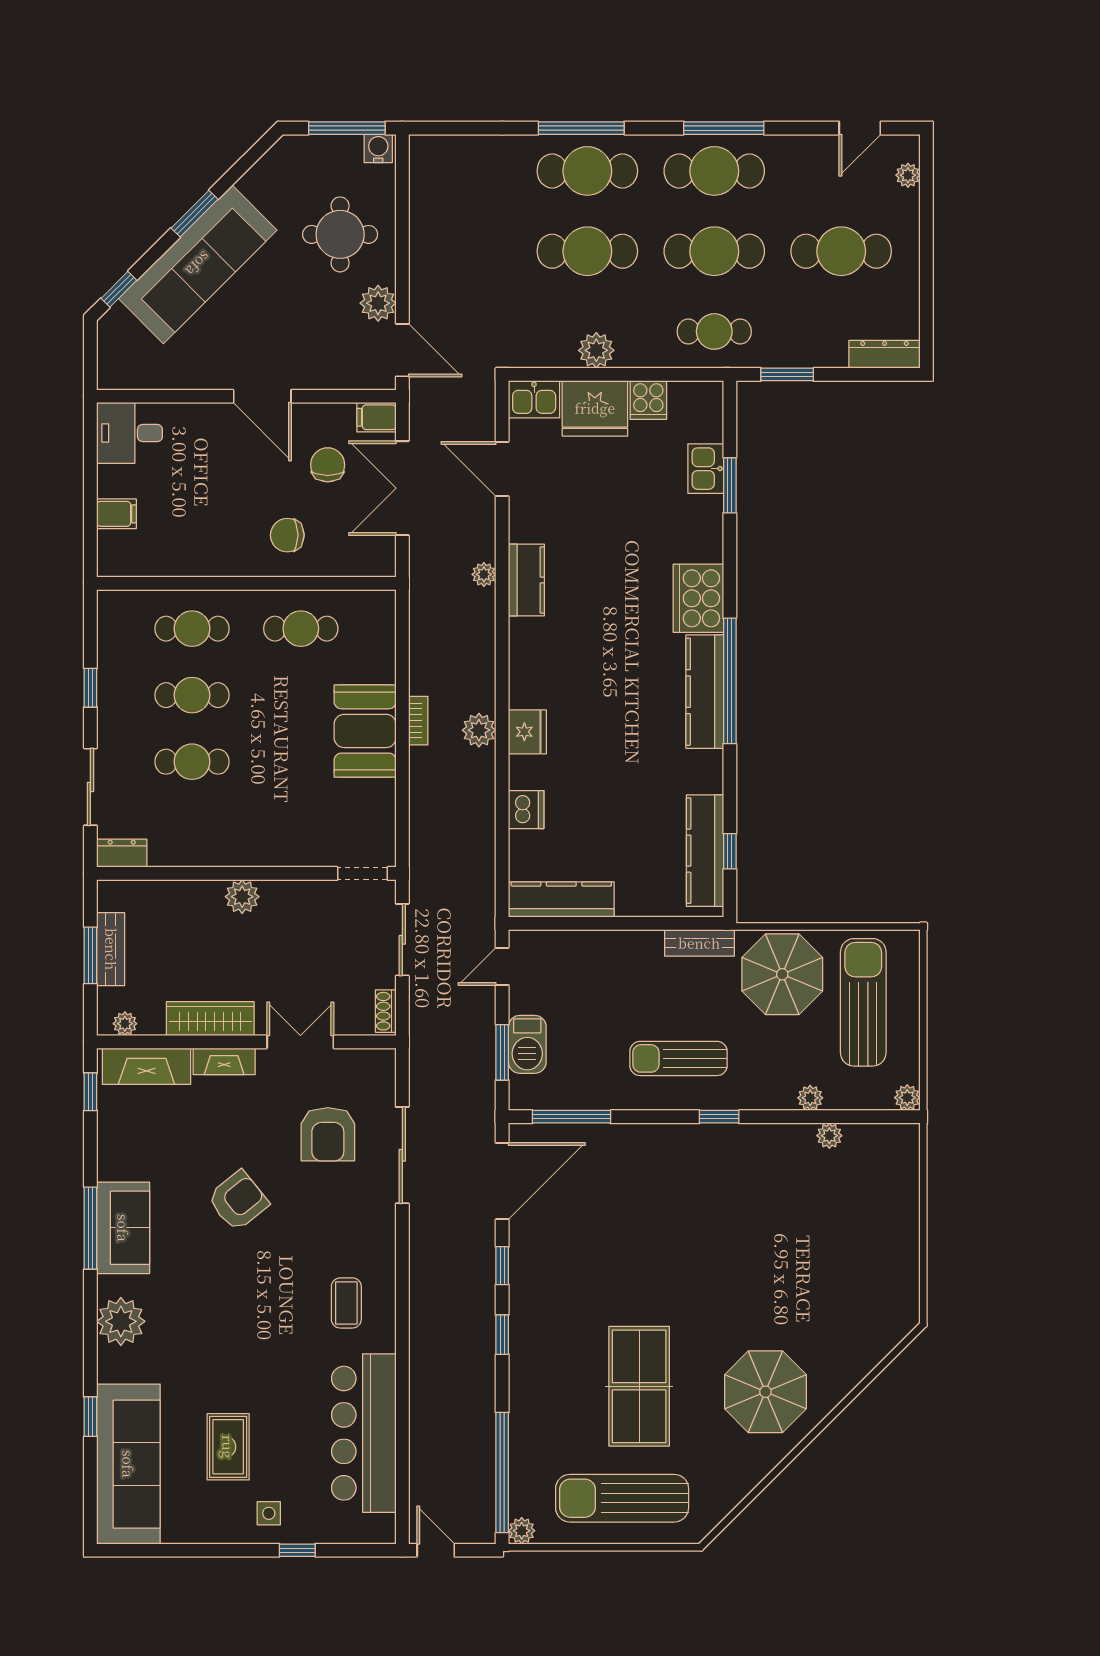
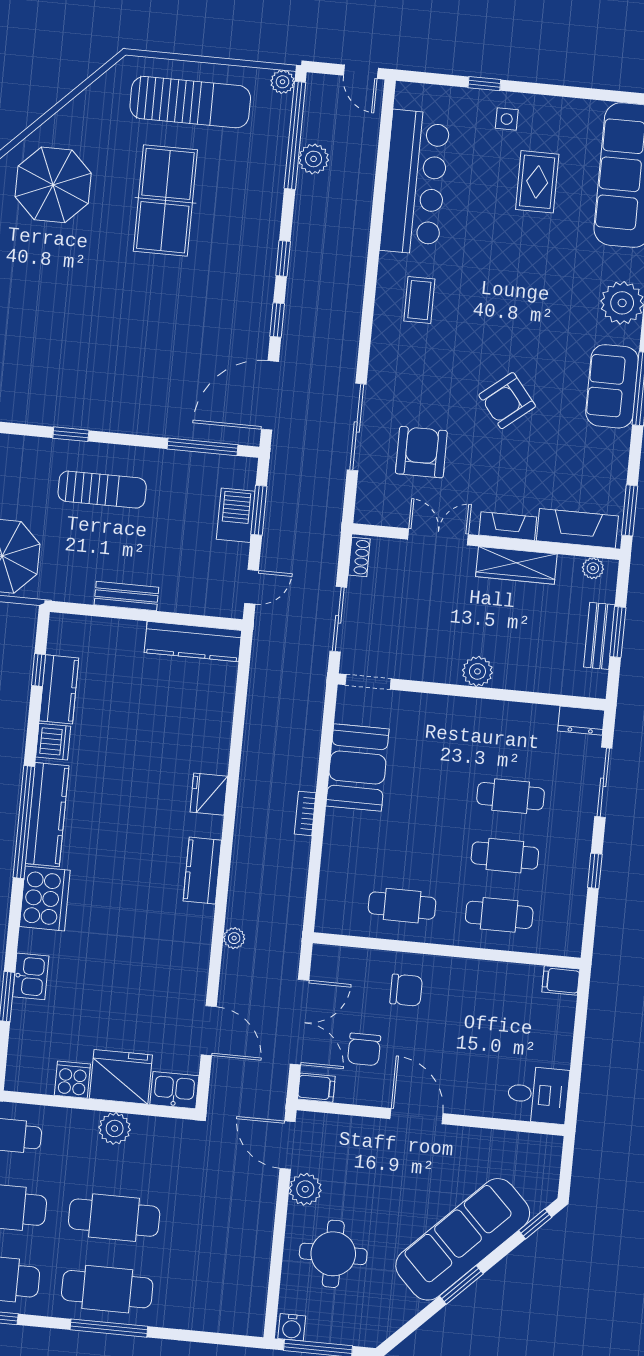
kitchen sink: (706, 469) -> (31, 976), moved
filing cabinet: (116, 514) -> (561, 981), moved
kitchen counter: (526, 580) -> (202, 871), moved
plant: (479, 730) -> (314, 159), moved
booth: (365, 731) -> (357, 767), moved
dishwasher: (526, 810) -> (53, 742), moved, turned 180
kitchen counter: (705, 851) -> (59, 689), width x0.67
bench: (699, 943) -> (126, 596), moved
double door: (300, 1042) -> (438, 537), swing flipped
window: (90, 1092) -> (630, 510), width x1.50

